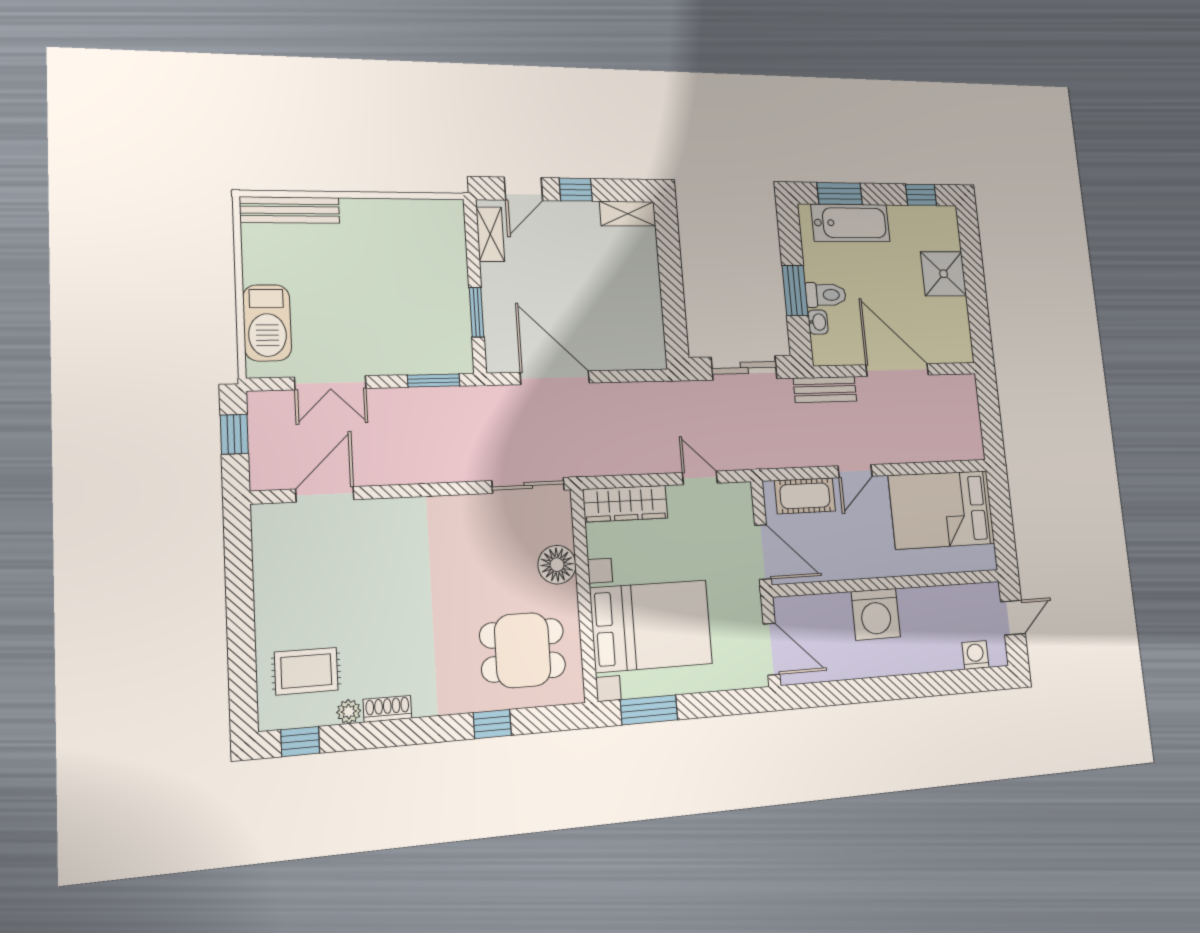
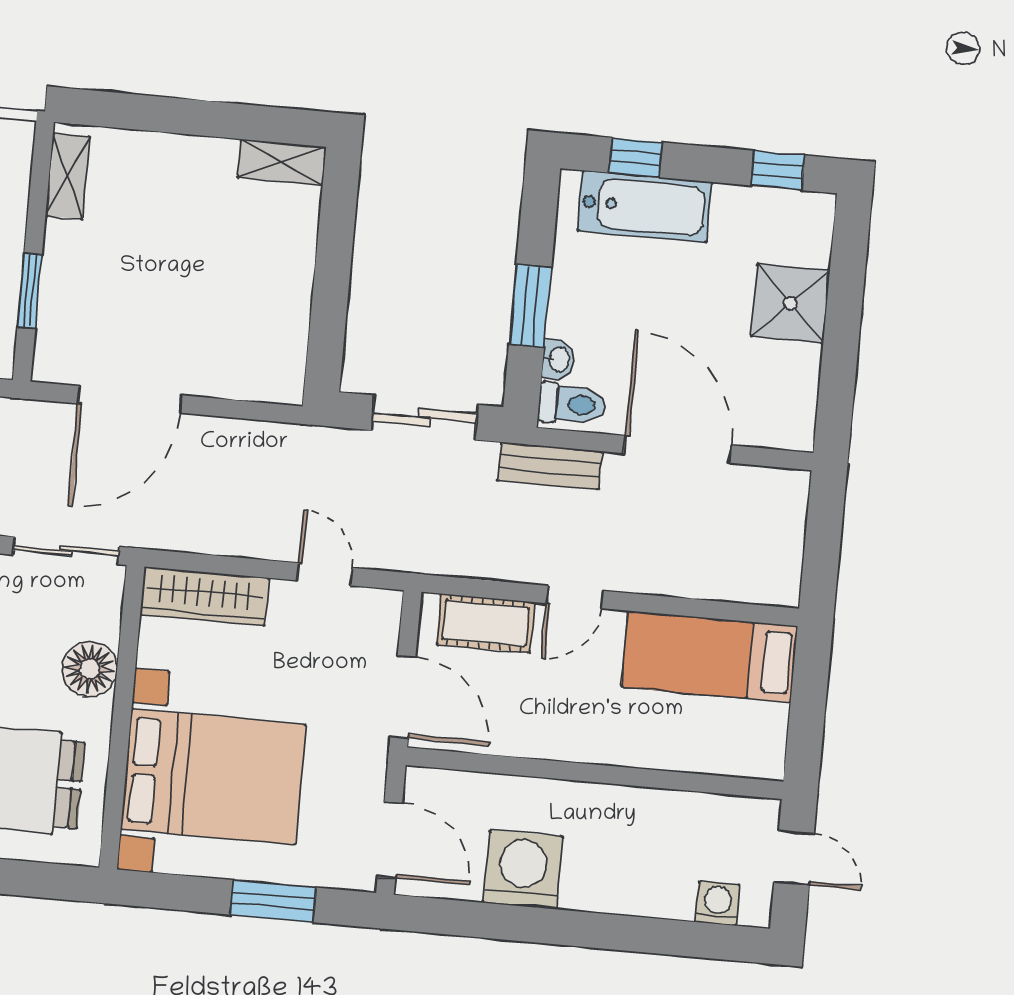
door: (523, 189) -> (128, 111), removed
window: (576, 190) -> (207, 118), removed
window: (840, 194) -> (636, 157), width x0.67
toilet: (826, 295) -> (572, 404), moved
door: (555, 378) -> (130, 399), swing flipped
bed: (942, 510) -> (709, 656), width x0.67
washing machine: (876, 614) -> (523, 870), moved, turned 180
door: (1013, 618) -> (794, 858), hinge flipped
window: (649, 710) -> (273, 901), moved

